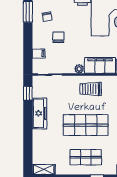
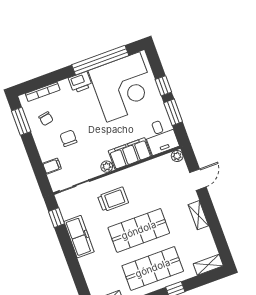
trolley: (91, 89) -> (113, 199), moved, turned 180
shop shelf: (86, 157) -> (153, 268), width x1.43, depth x1.36

